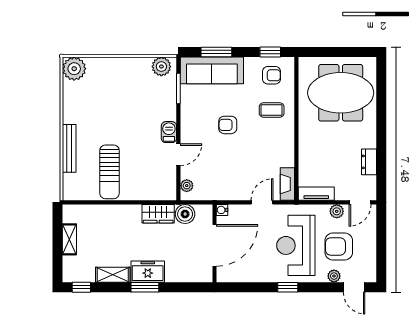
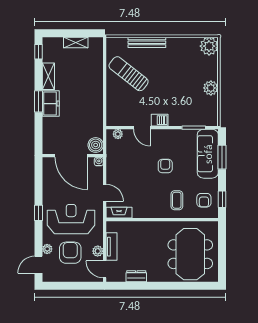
plant: (161, 67) -> (211, 88), moved
sun lounger: (109, 172) -> (129, 74), turned 38
tv unit: (316, 194) -> (112, 247), moved
wardrobe: (158, 214) -> (96, 112), removed
boiler: (185, 214) -> (96, 145), moved

